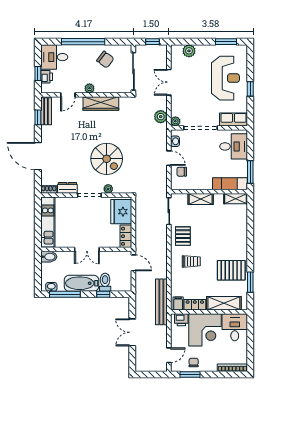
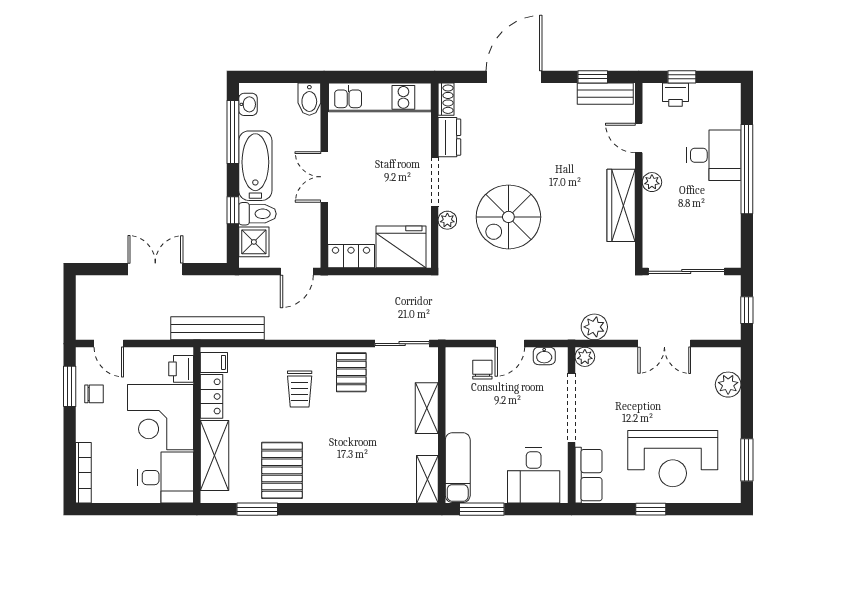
desk: (54, 57) -> (714, 155), moved, turned 90
chair: (105, 60) -> (710, 214), removed
double door: (169, 82) -> (664, 344), swing flipped
pallet: (183, 236) -> (351, 372), turned 90
shower: (119, 284) -> (254, 242), added

